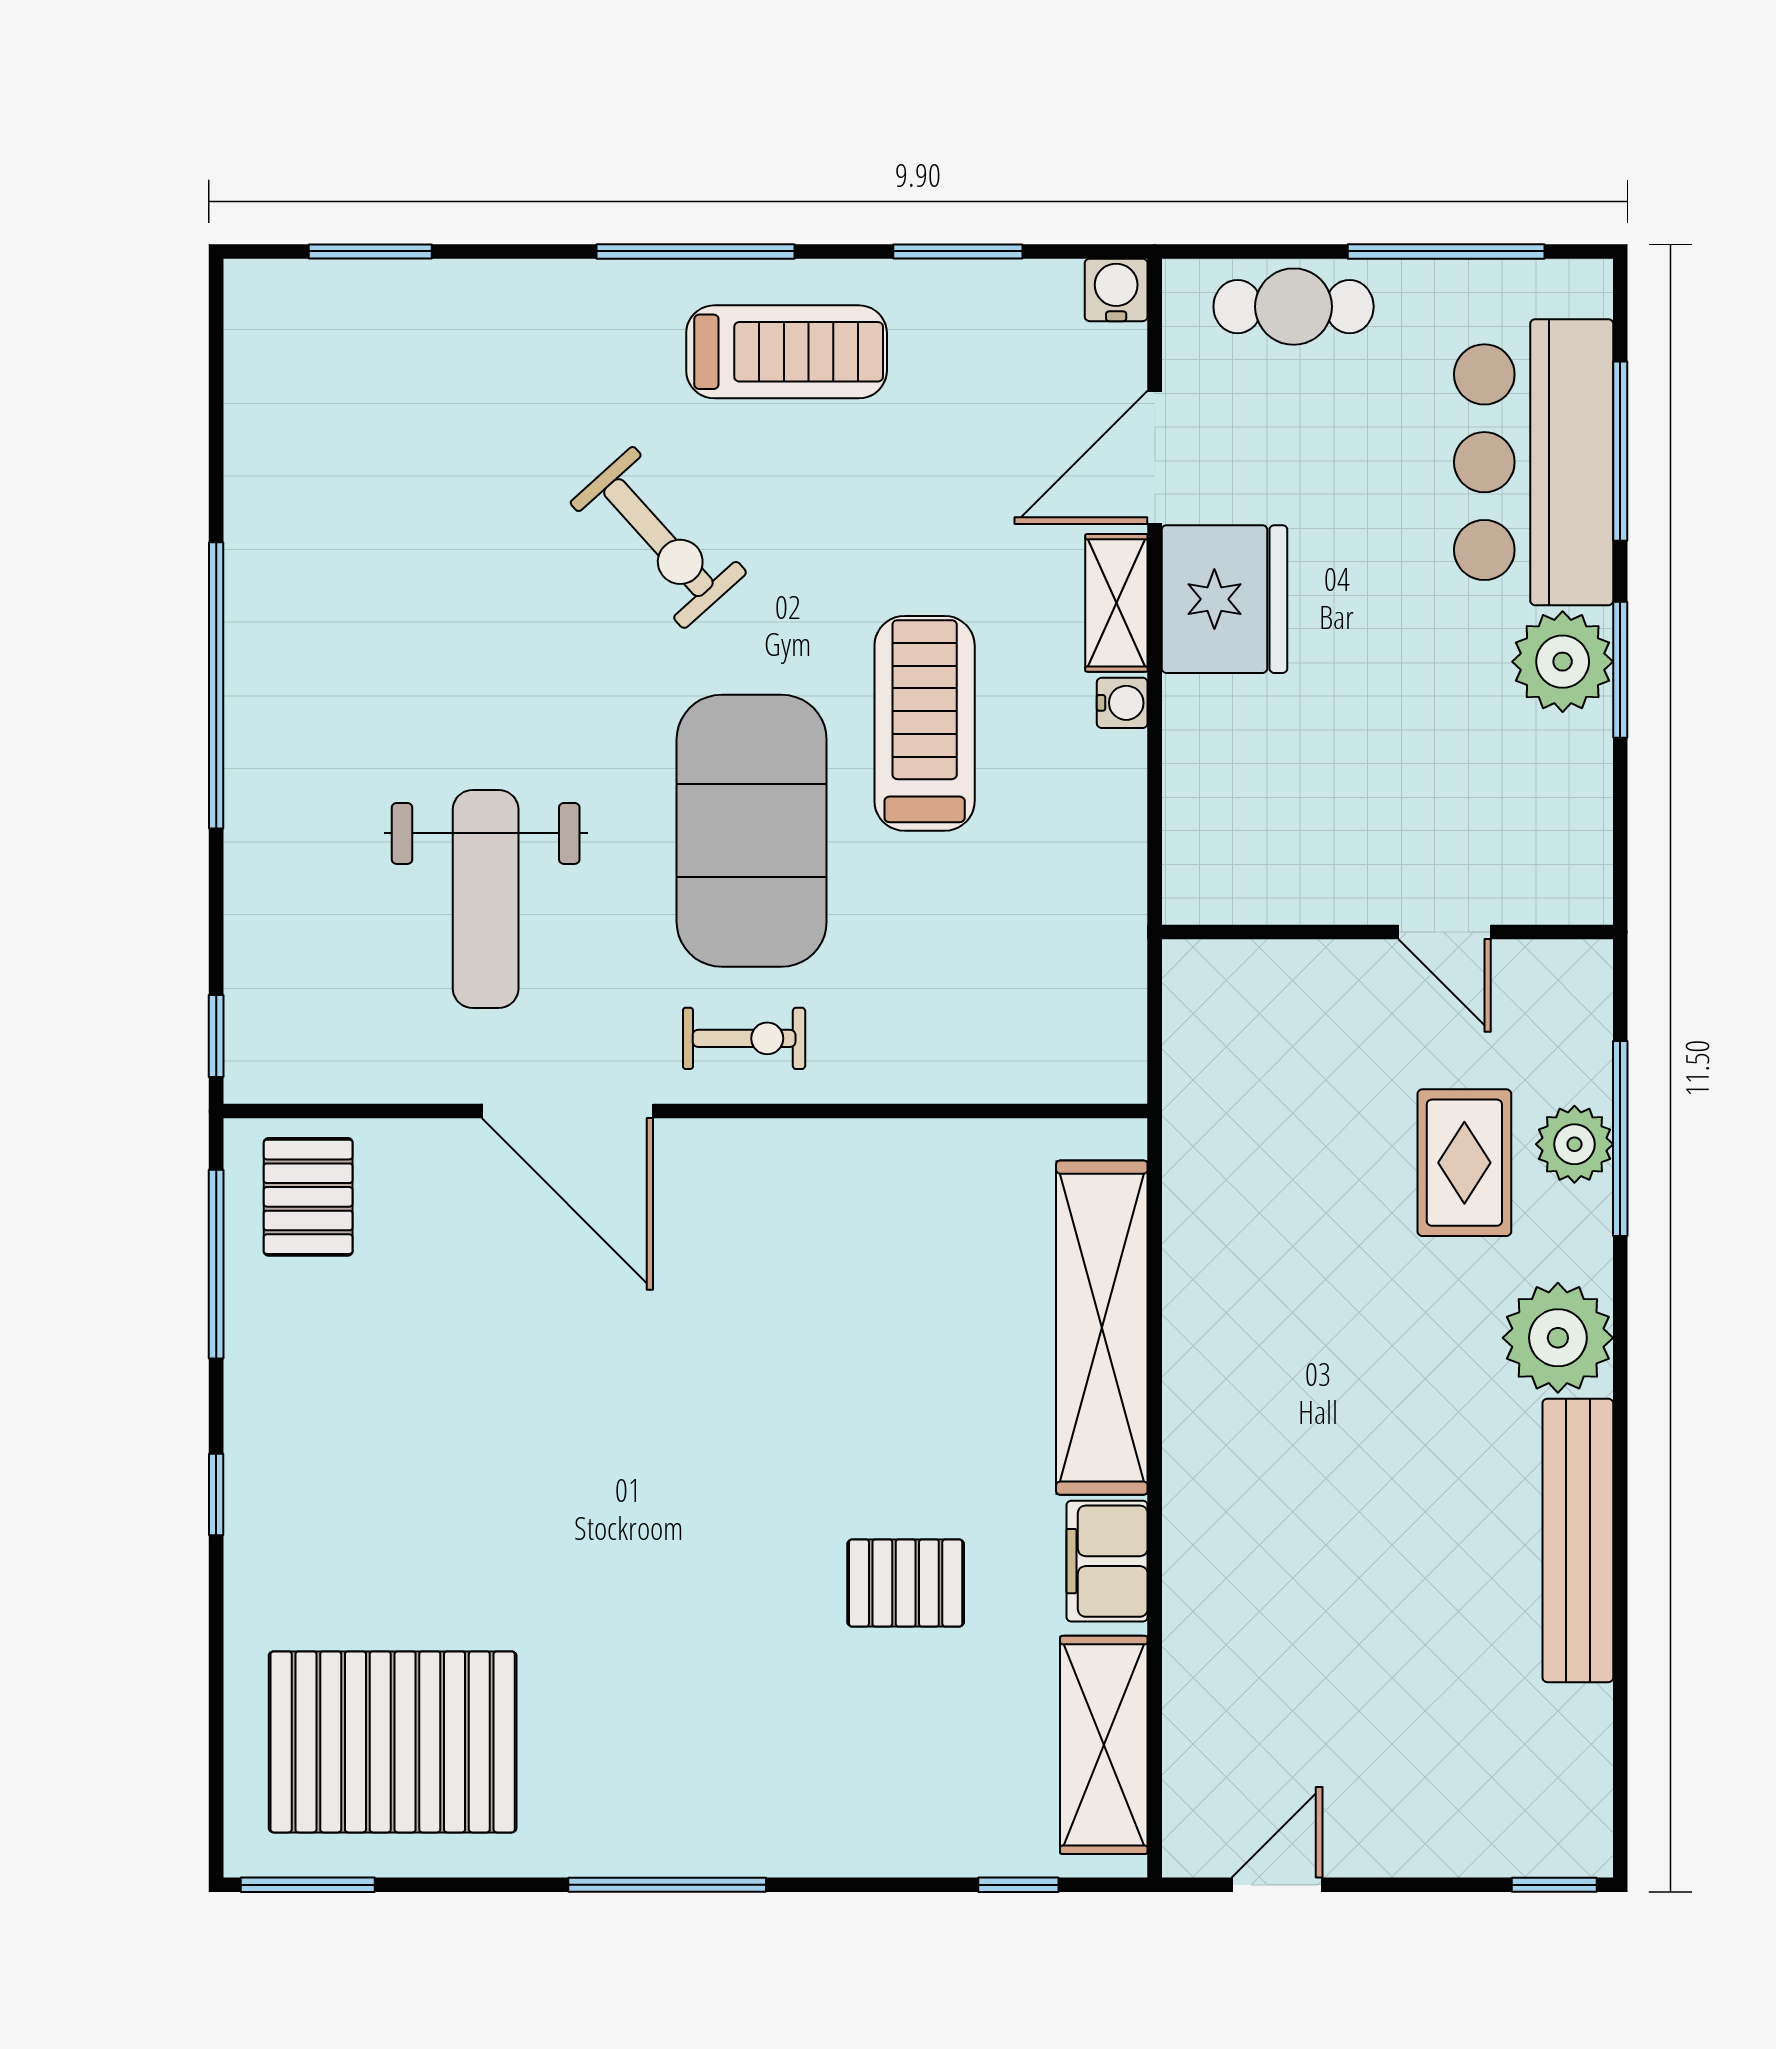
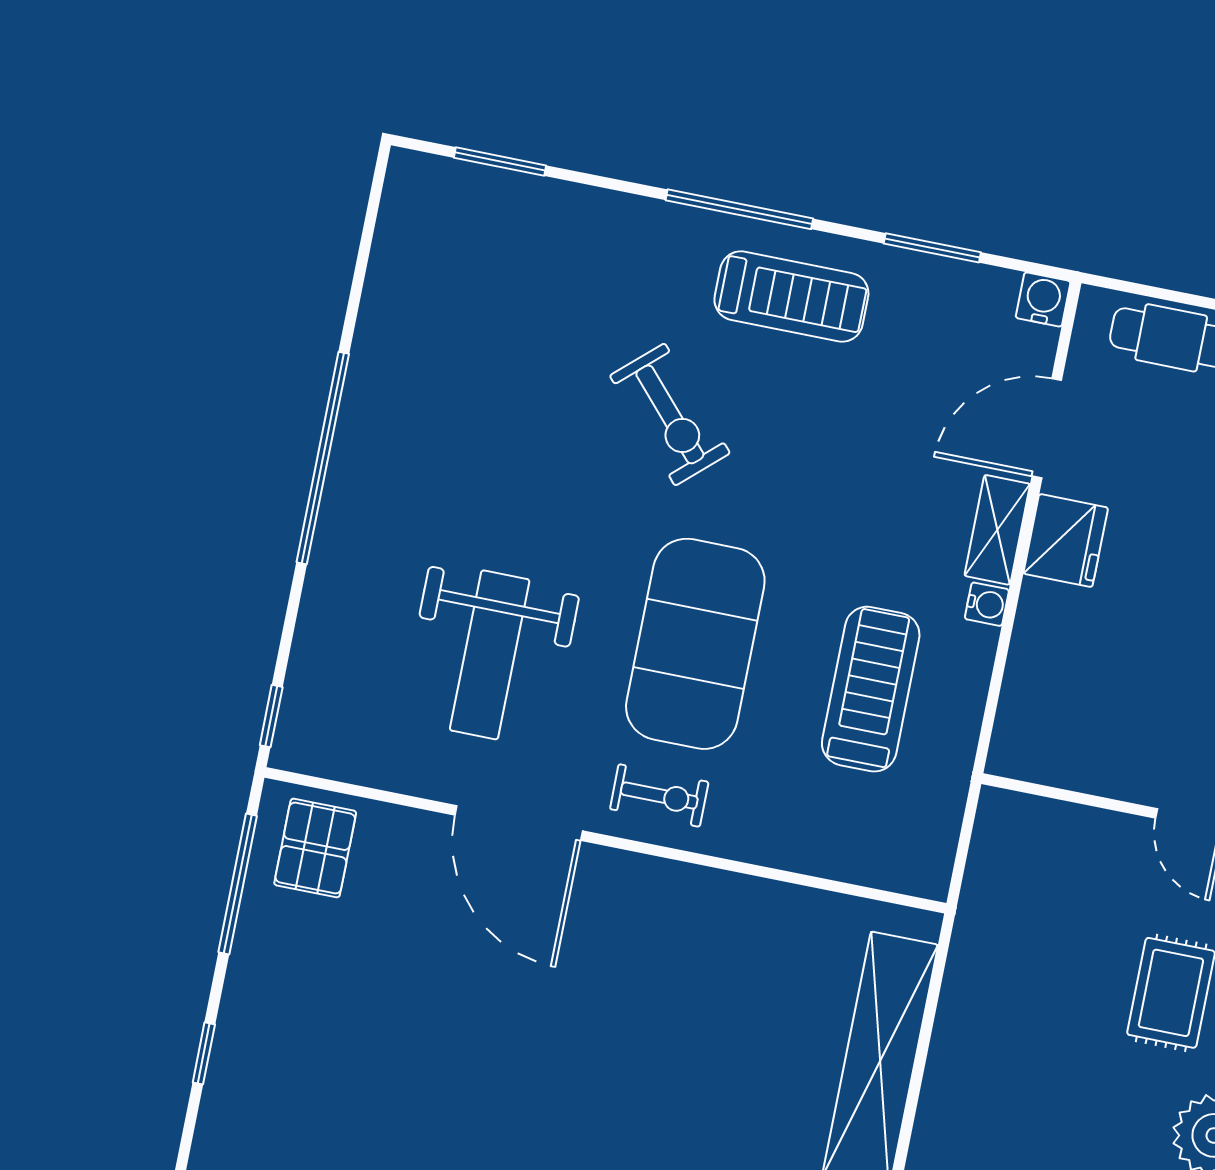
fridge: (1224, 599) -> (1066, 541), width x0.73, depth x0.75
treadmill: (925, 723) -> (871, 689), moved

